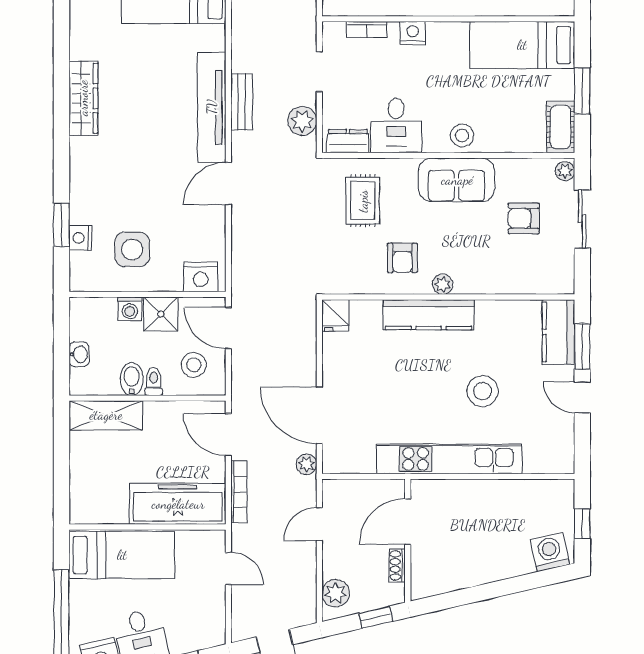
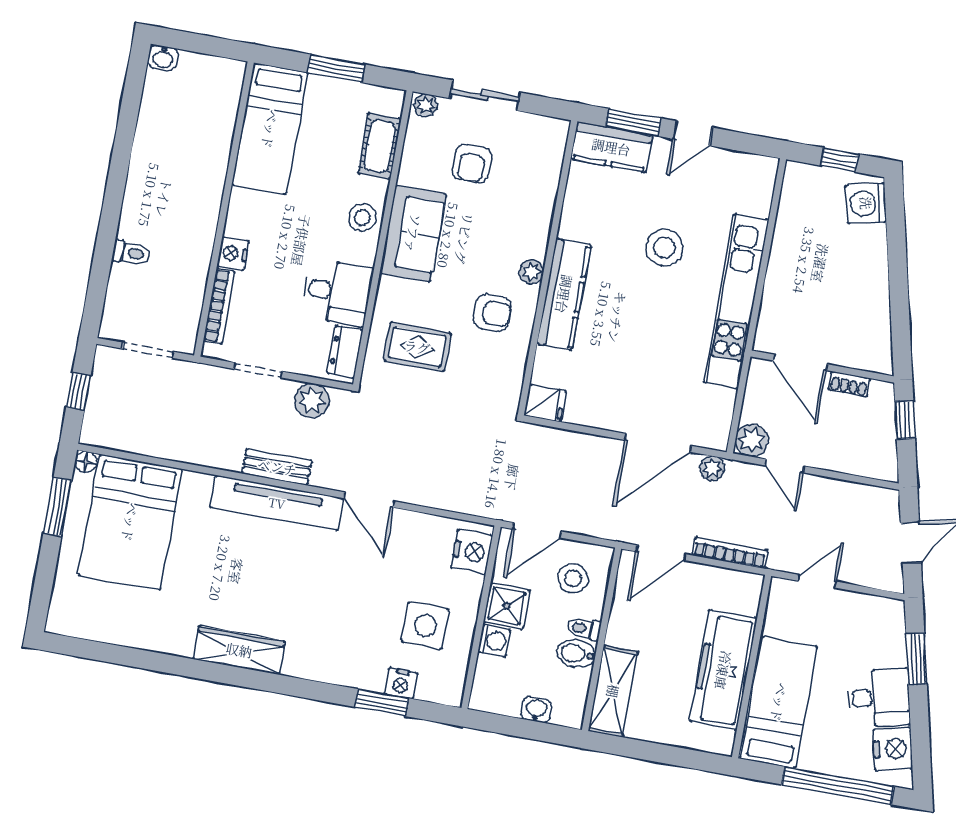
bookcase: (367, 29) -> (219, 306), width x1.56
cot: (561, 127) -> (380, 146), moved, turned 90
freezer: (178, 504) -> (723, 670), moved
plant: (336, 593) -> (752, 440), moved

